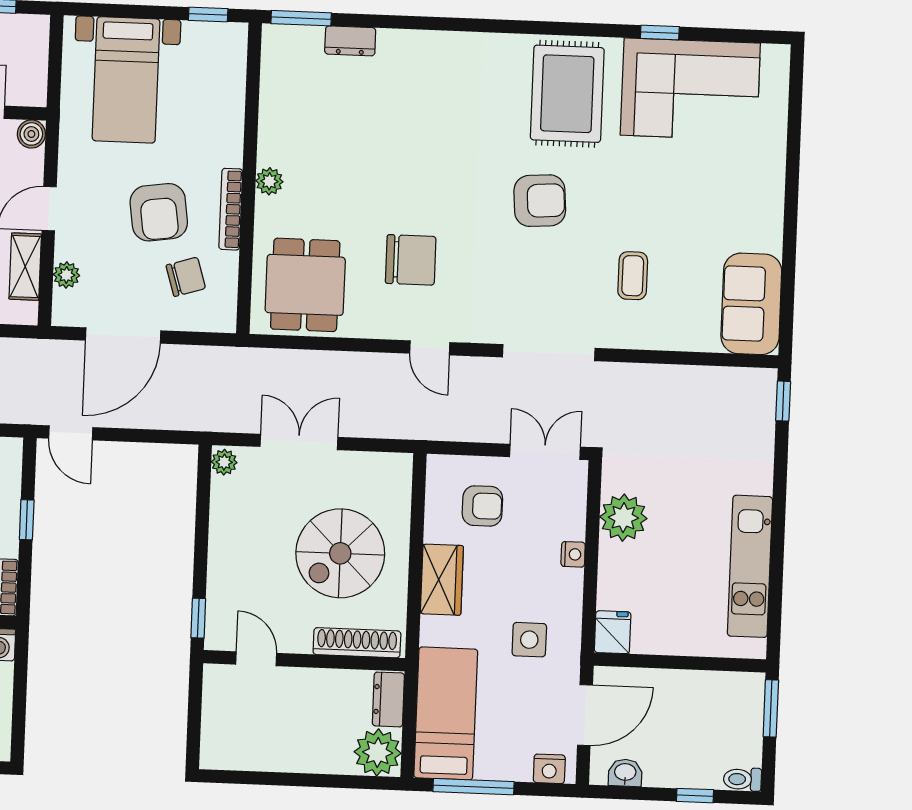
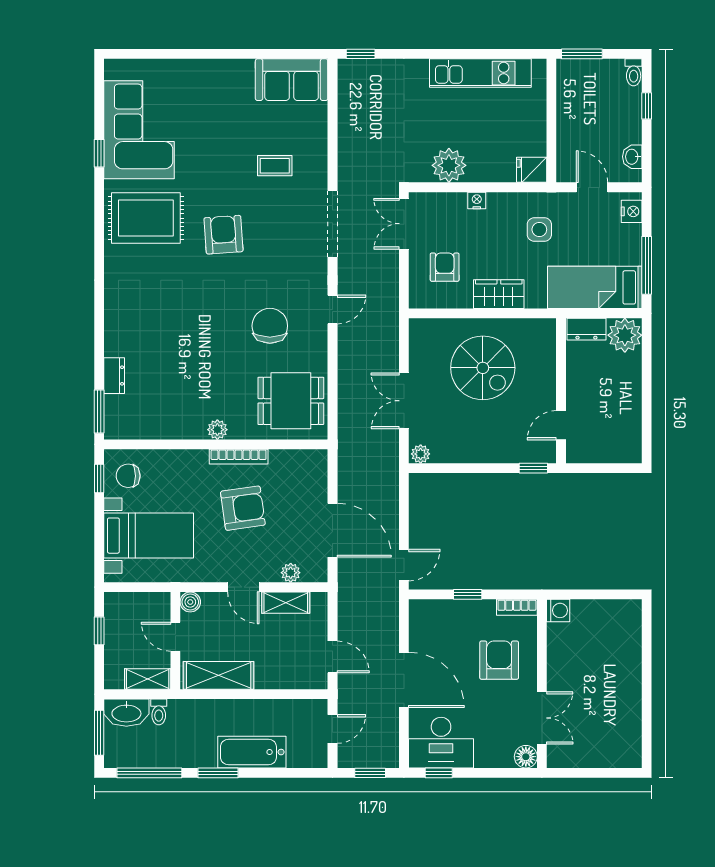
chair: (186, 277) -> (128, 476), moved, turned -73
shoe rack: (357, 643) -> (547, 353), removed
door: (585, 715) -> (592, 187), width x0.73

